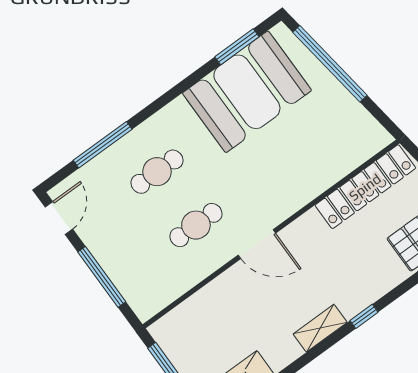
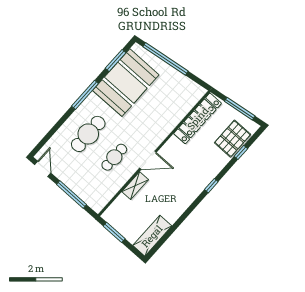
window: (103, 145) -> (85, 95), moved
cafe table: (157, 172) -> (88, 134), width x1.37, depth x1.35
shelving: (320, 328) -> (135, 186), moved

